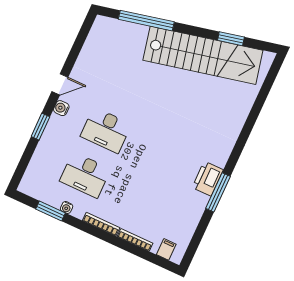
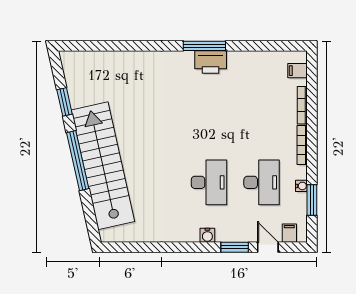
window: (146, 21) -> (78, 161), moved
stairs: (203, 55) -> (103, 166), moved
door: (60, 84) -> (268, 247), moved
filing cabinet: (31, 179) -> (289, 233), added
window: (218, 192) -> (204, 46), moved

